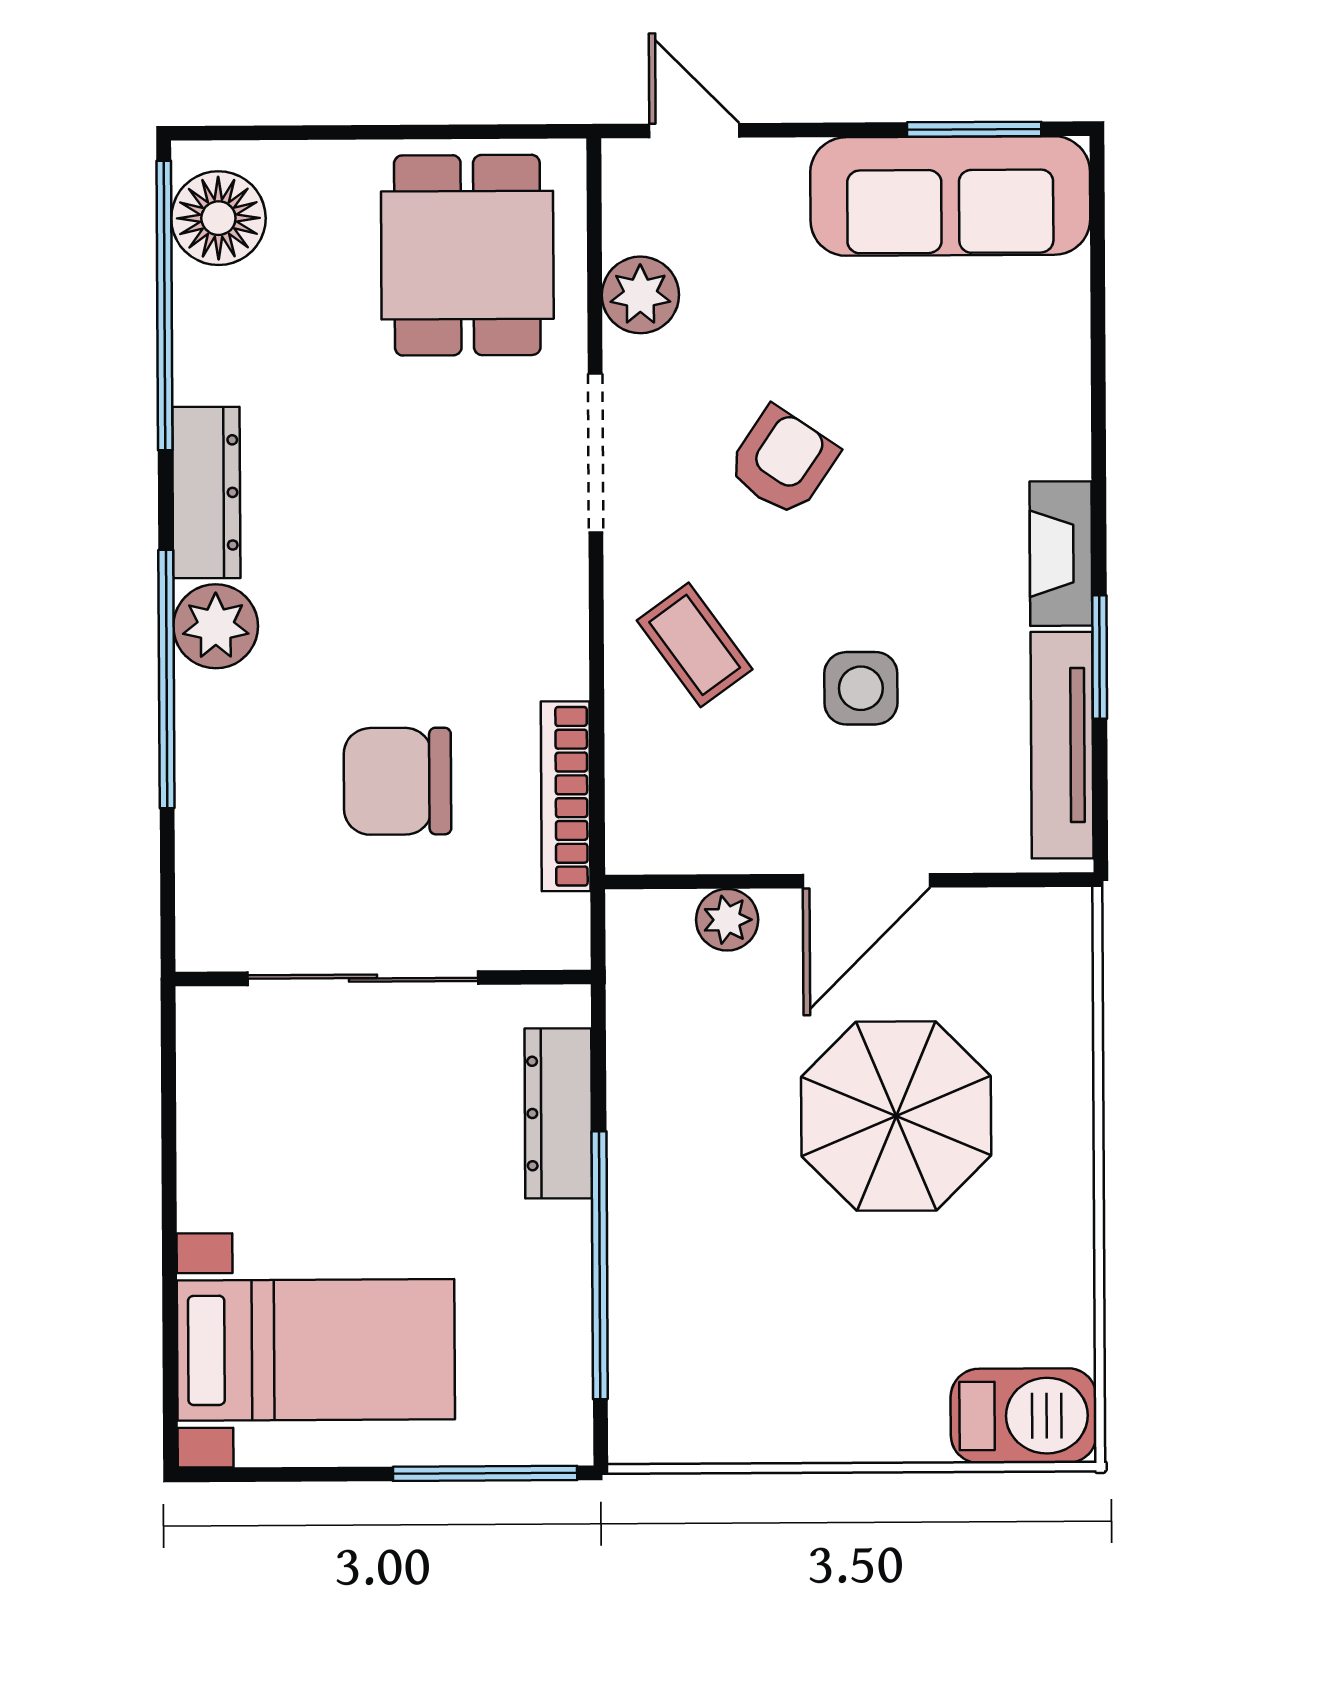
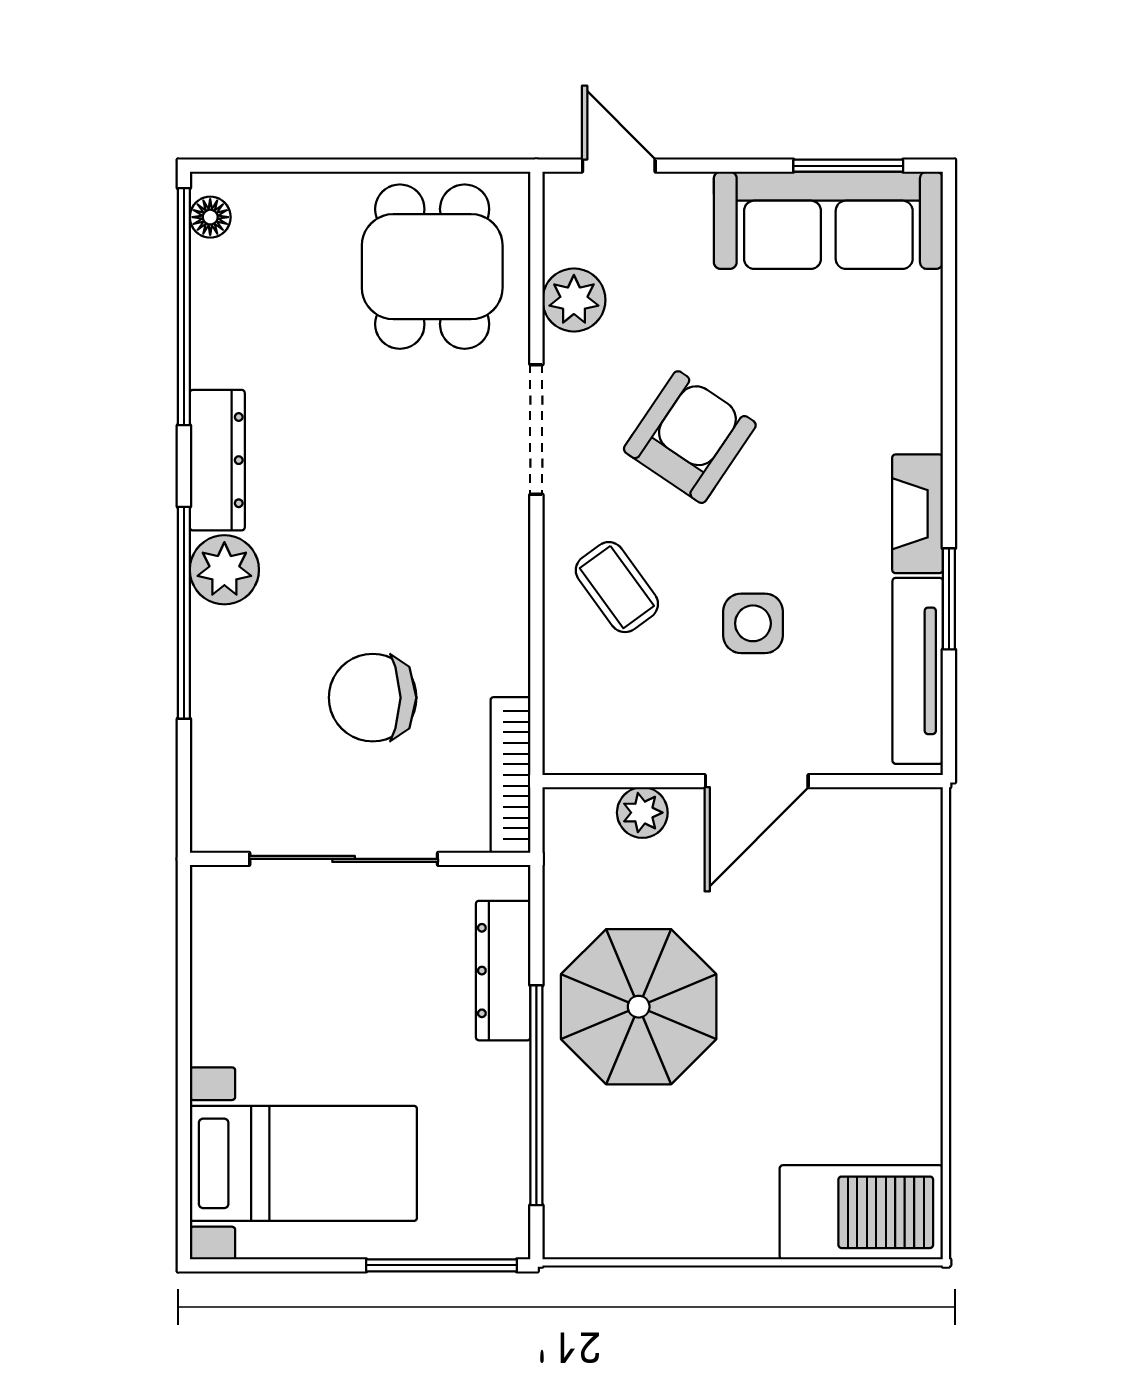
floor lamp: (218, 218) -> (210, 217), width x0.53, depth x0.53
armchair: (783, 461) -> (690, 437), width x1.38, depth x1.38
bookcase: (566, 796) -> (511, 775), moved
parasol: (896, 1116) -> (639, 1007), moved
barbecue: (1024, 1416) -> (861, 1212), width x1.37, depth x1.21

